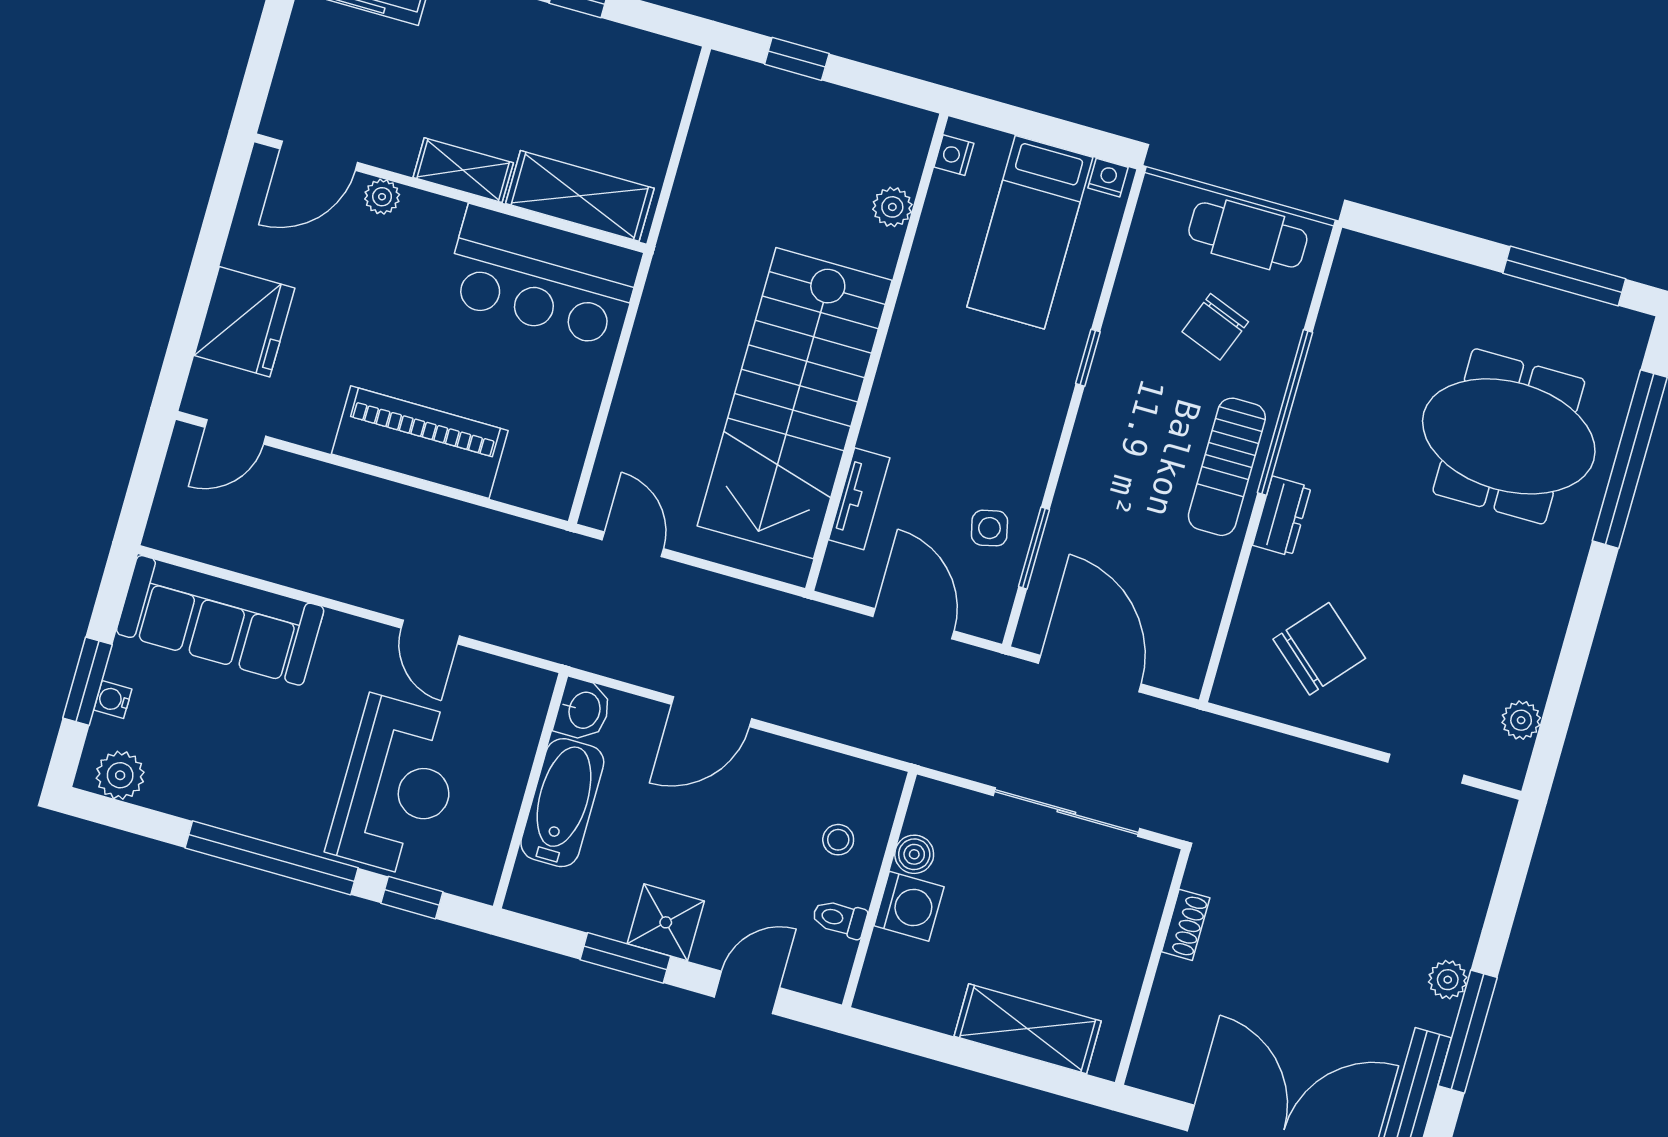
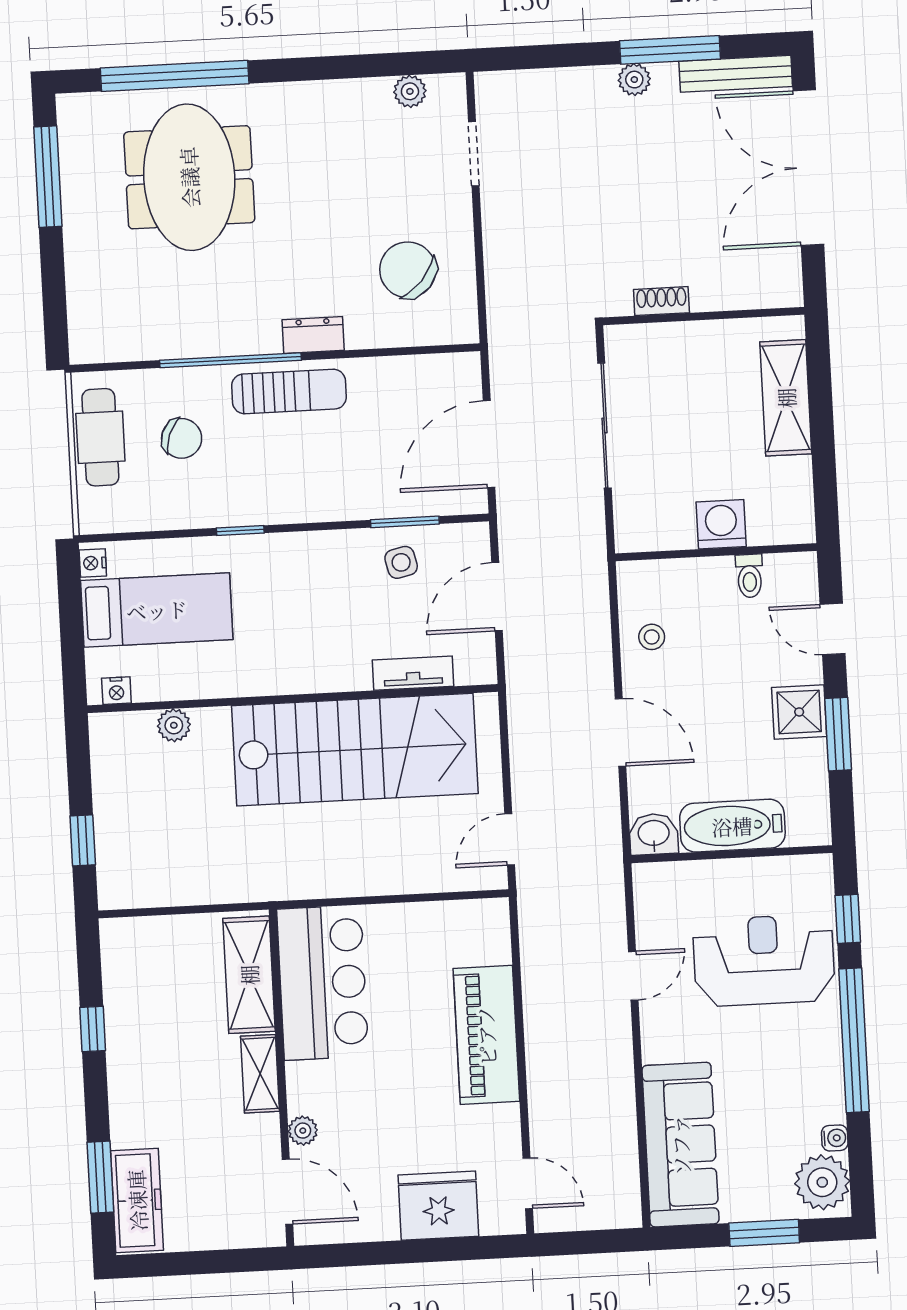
water cooler: (113, 700) -> (835, 1138), moved, turned -90
plant: (120, 775) -> (822, 1182), width x1.36, depth x1.36
stool: (838, 840) -> (652, 637), moved
boiler: (914, 854) -> (679, 534), removed

